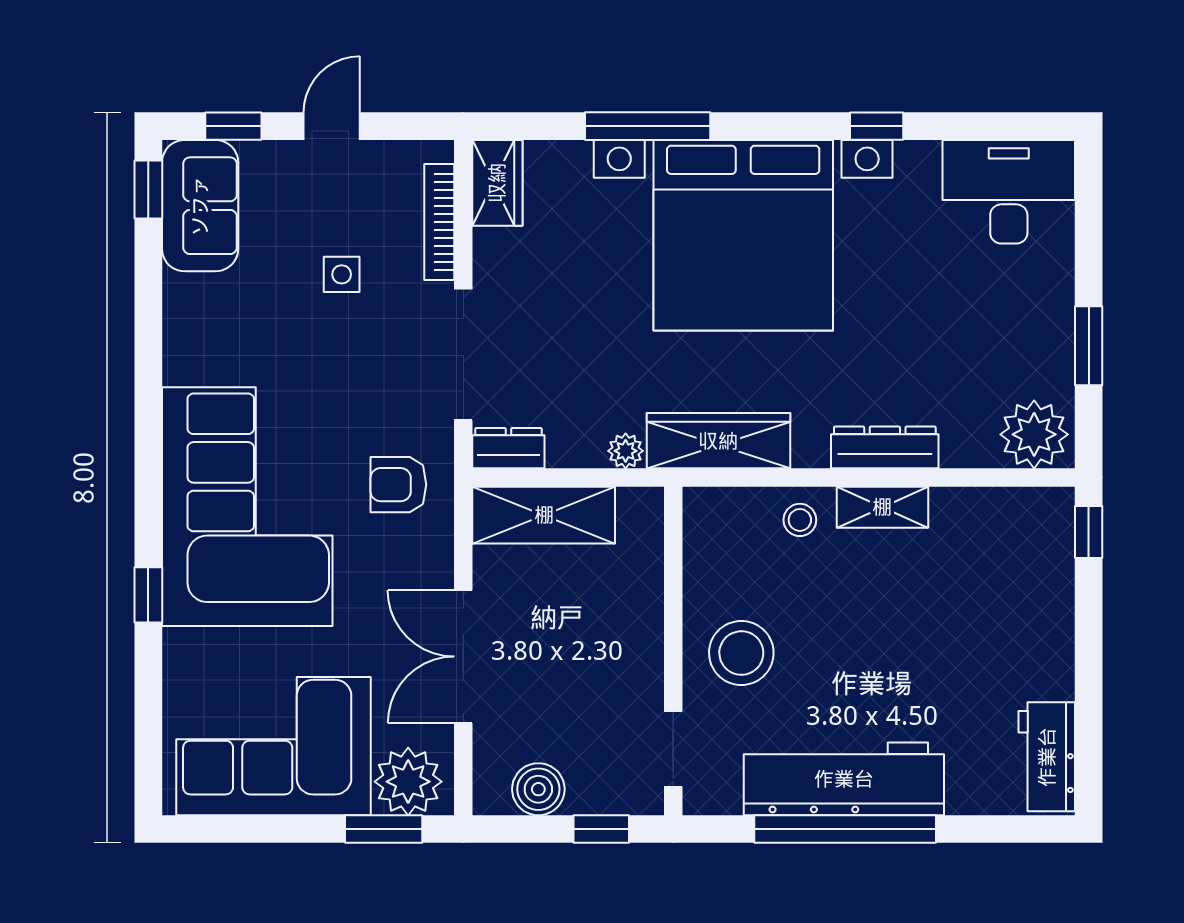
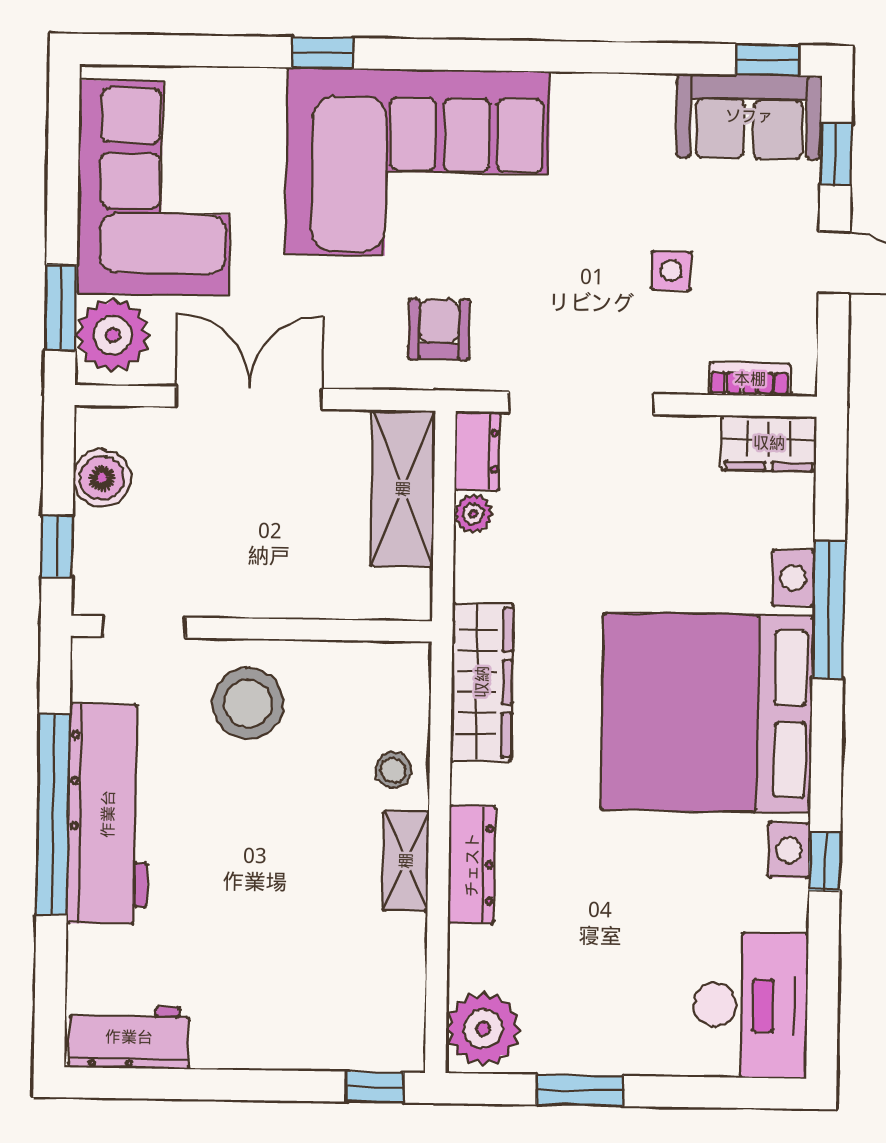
bookcase: (439, 222) -> (750, 379), width x0.64
plant: (626, 451) -> (473, 514), moved

